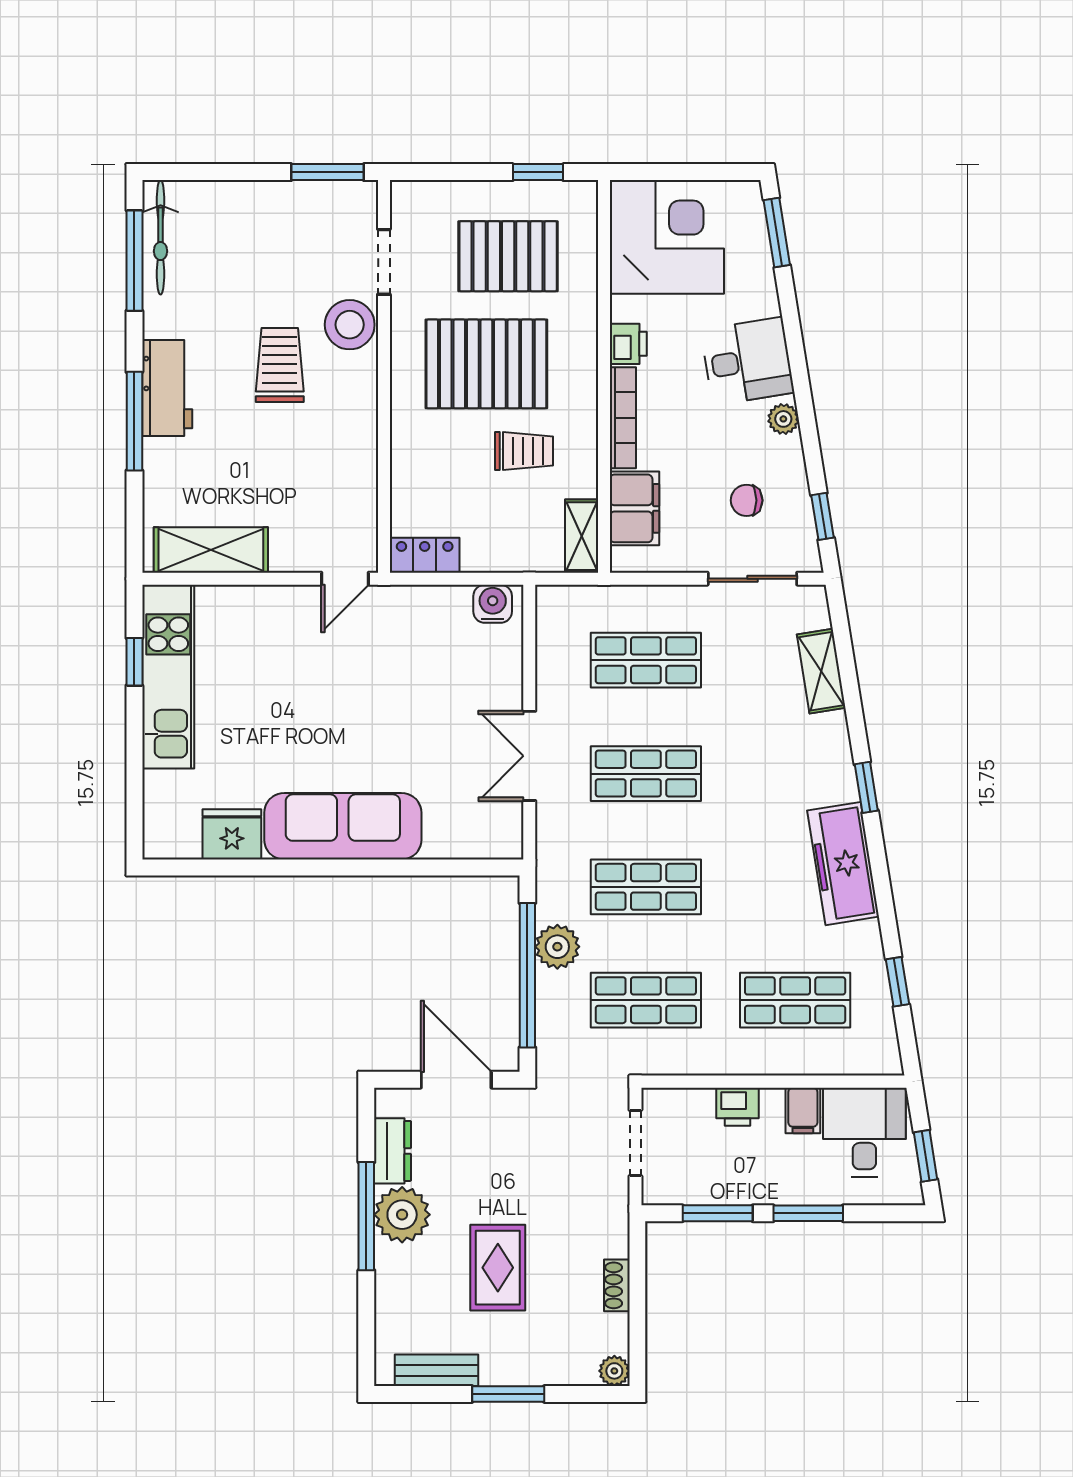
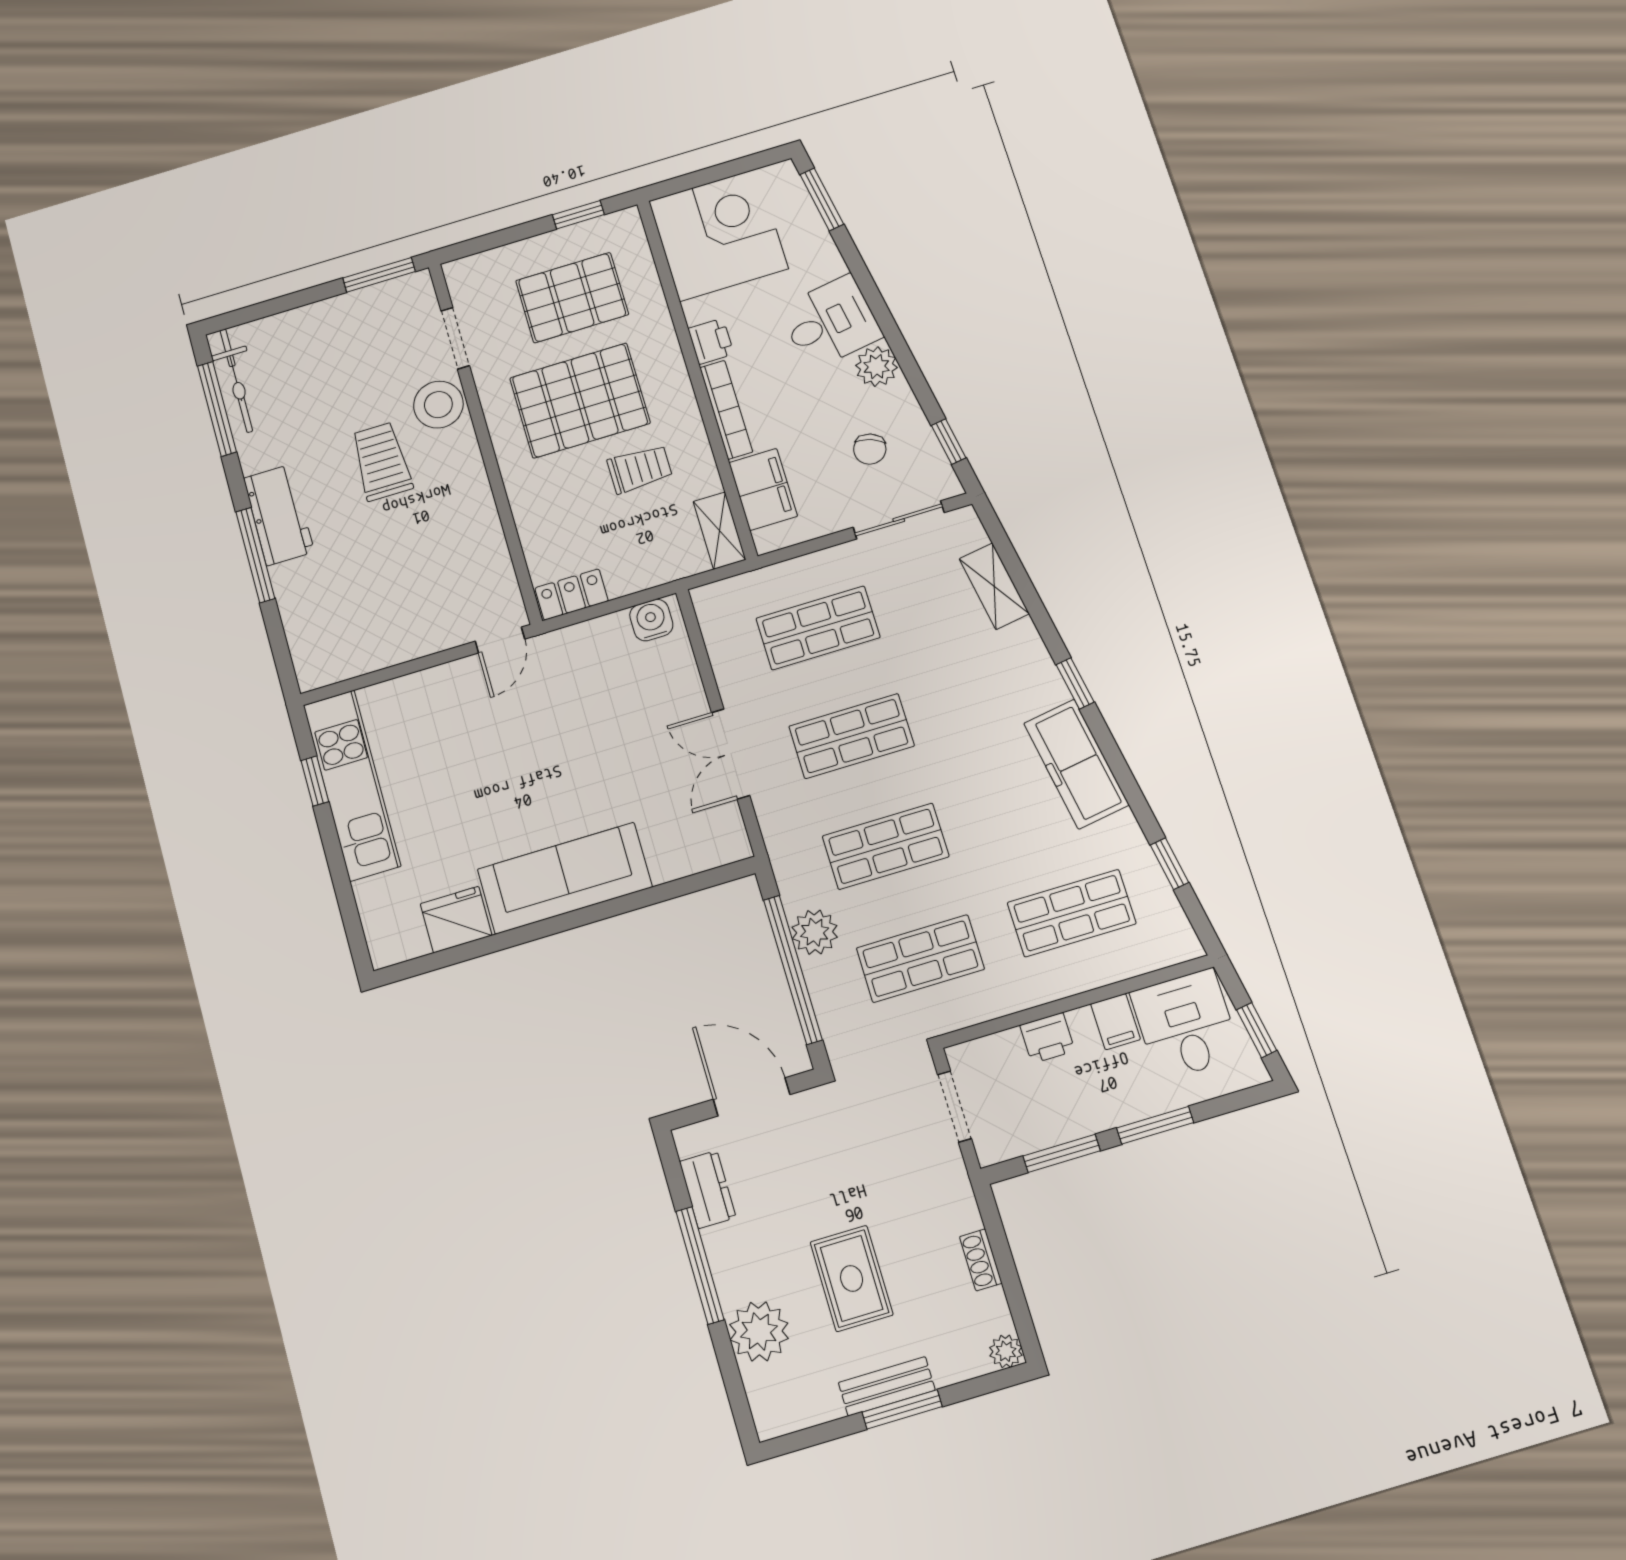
plant: (783, 419) -> (876, 367), width x1.38, depth x1.38
chair: (747, 500) -> (870, 449), turned -70
shelving: (211, 550) -> (361, 652), removed
plant: (402, 1215) -> (759, 1331), moved
bench: (436, 1370) -> (887, 1386), moved

